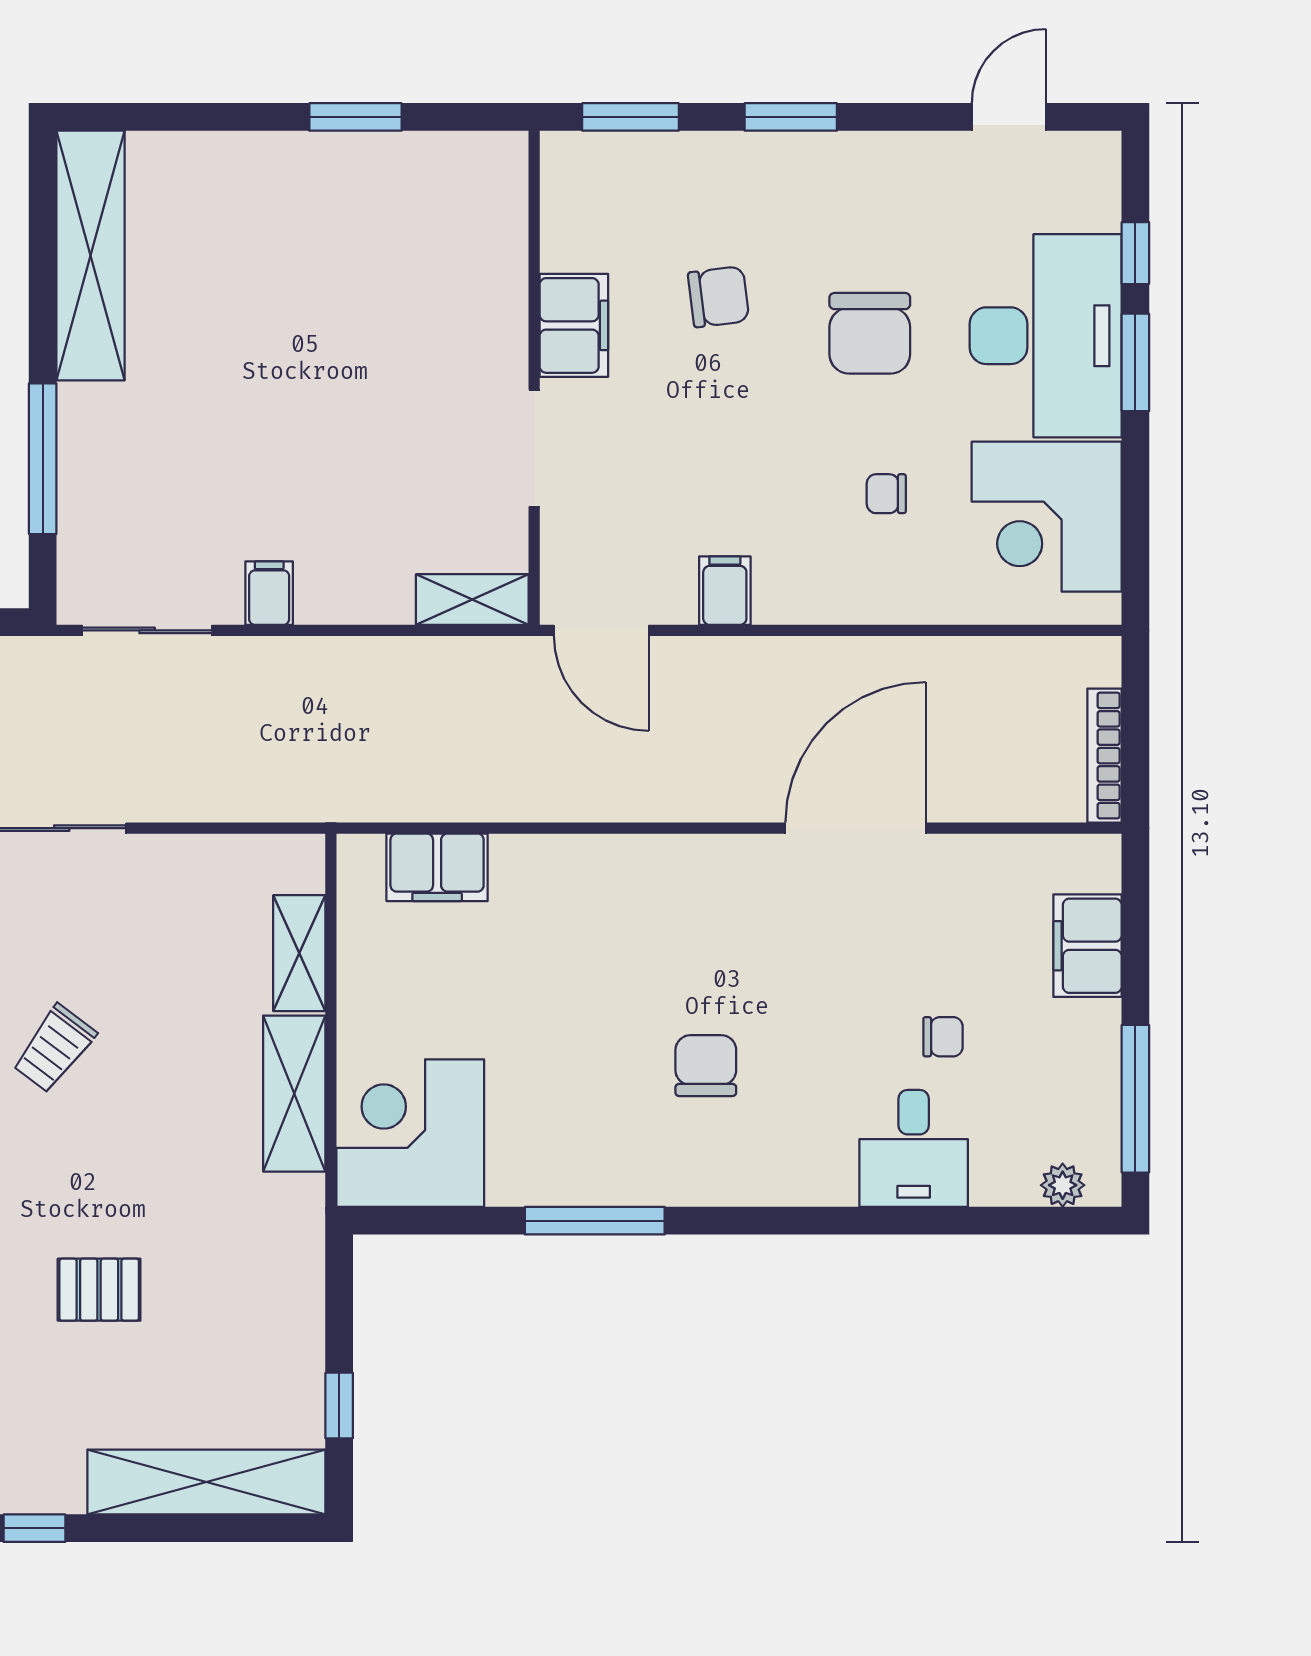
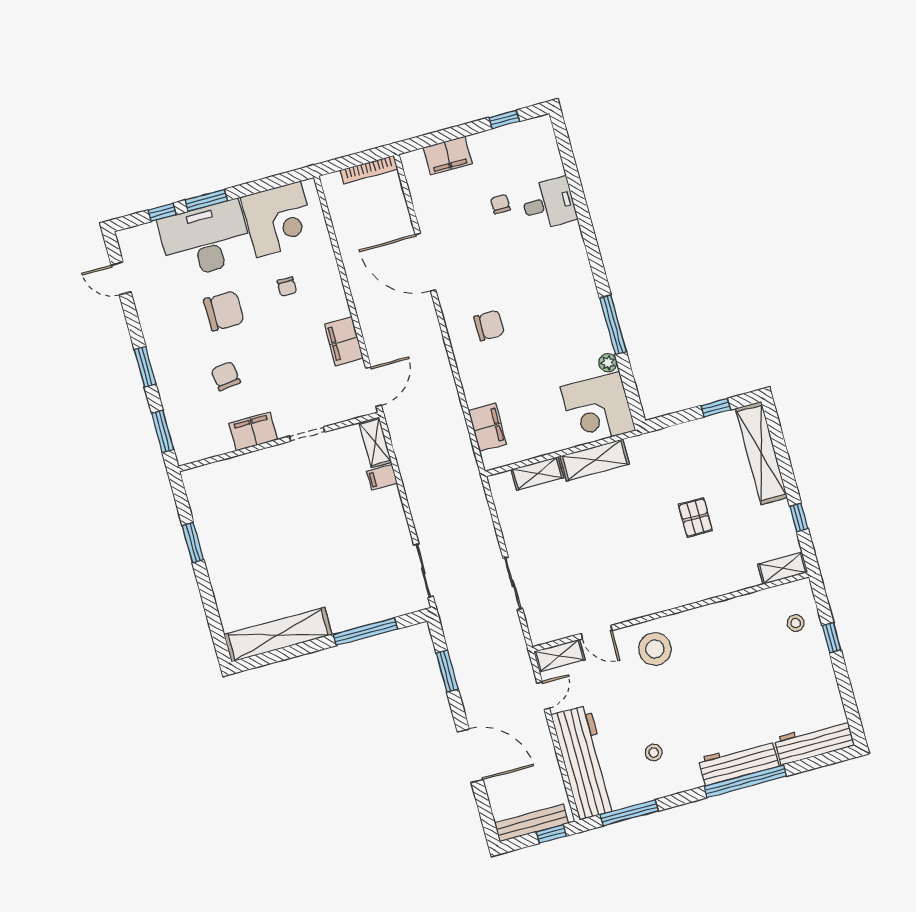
doorway: (534, 448) -> (307, 434), width x0.73
filing cabinet: (725, 591) -> (344, 341), width x2.00
filing cabinet: (269, 593) -> (382, 477), moved
trolley: (54, 1049) -> (603, 562), removed
chair: (706, 1066) -> (489, 325), moved, turned 180
window: (1135, 1099) -> (504, 119), width x0.46
plant: (1063, 1185) -> (608, 363), moved

